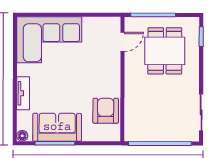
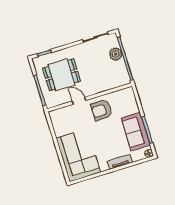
door: (122, 42) -> (79, 101), moved
armchair: (106, 111) -> (102, 110), moved
plant: (170, 132) -> (116, 54), added

